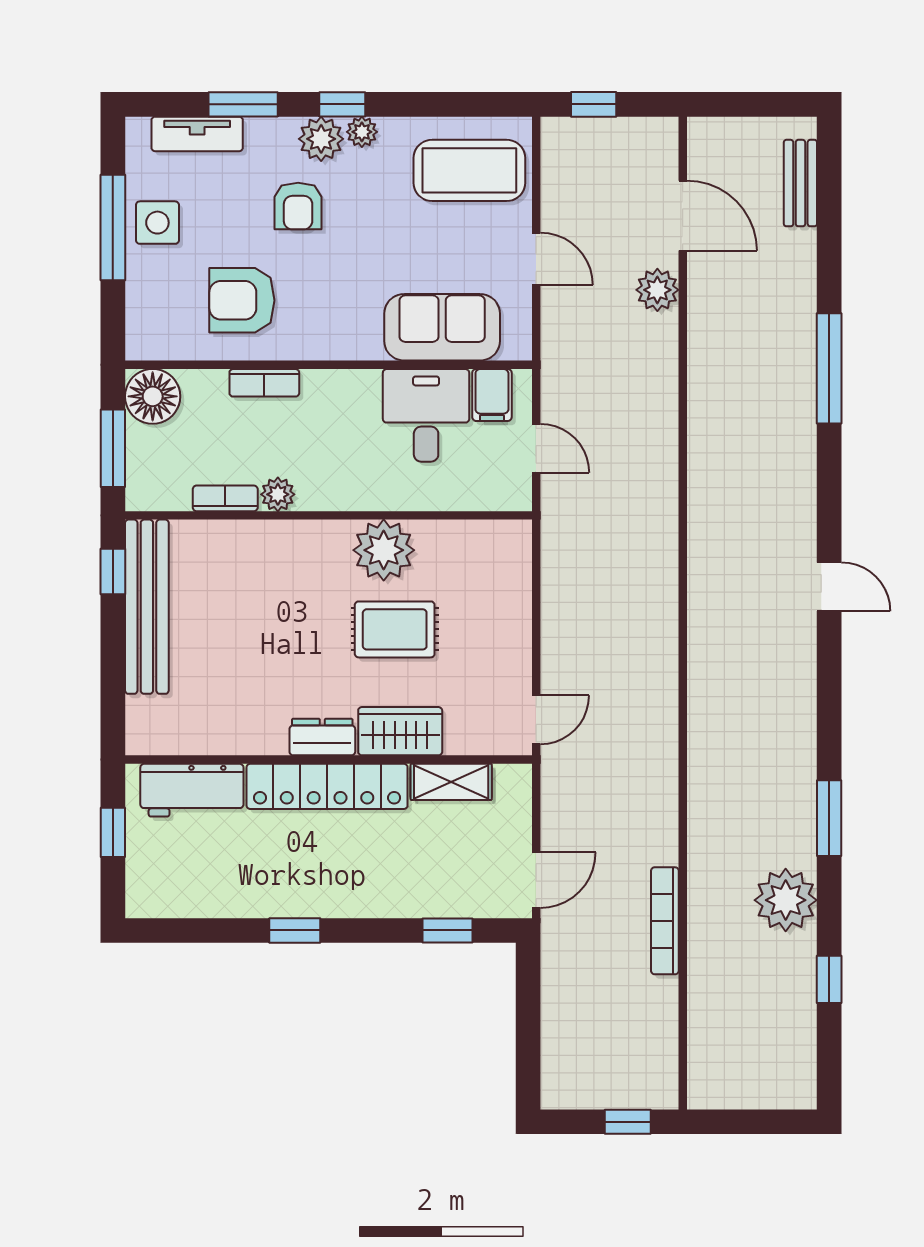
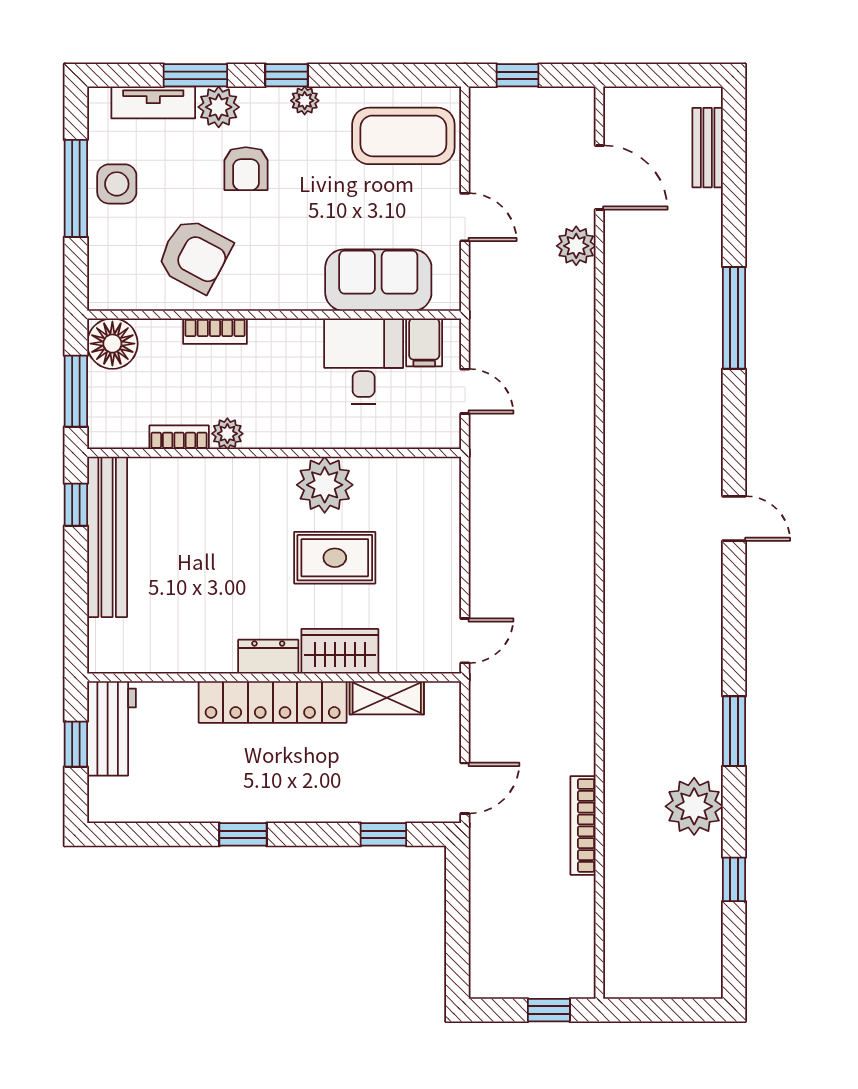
plant: (321, 139) -> (219, 107), moved
armchair: (242, 300) -> (194, 255), turned -152
workbench: (192, 790) -> (112, 728), moved, turned -90

